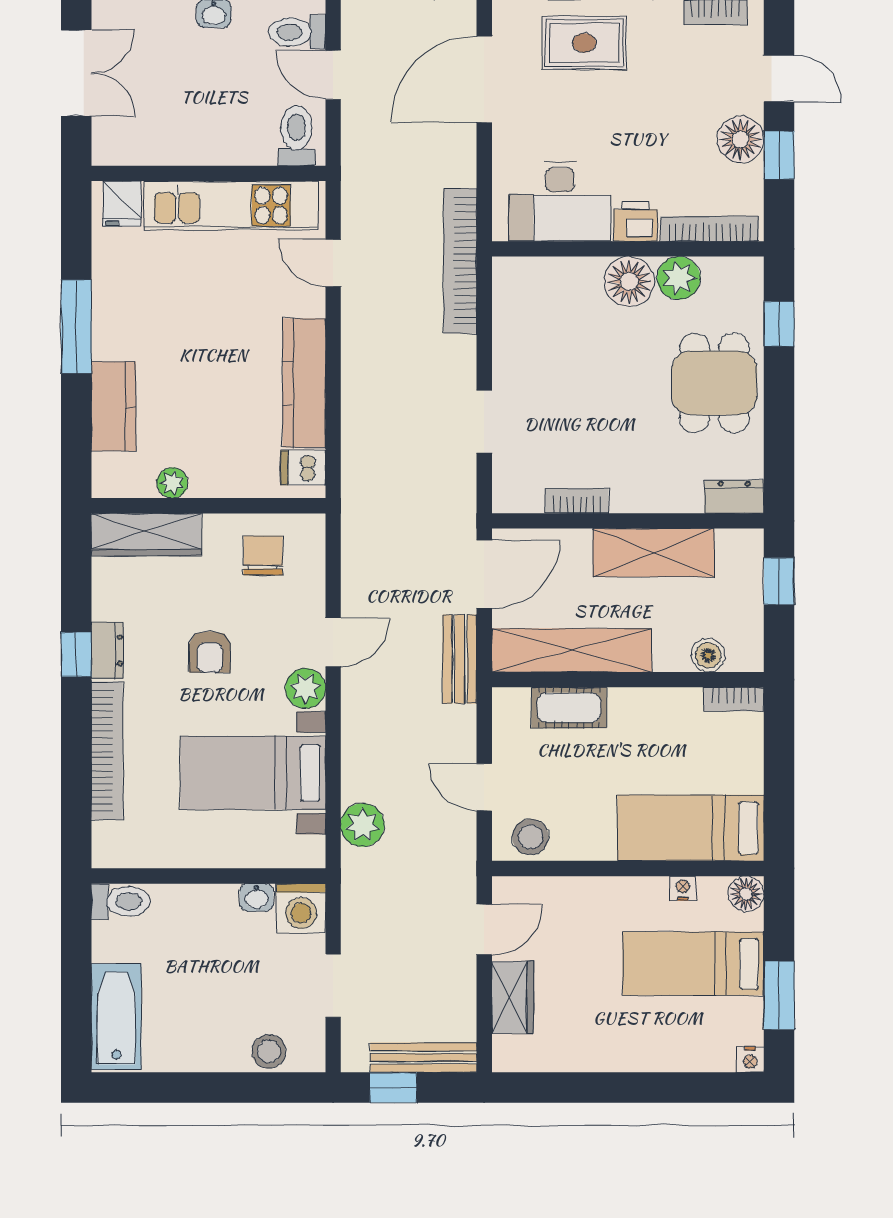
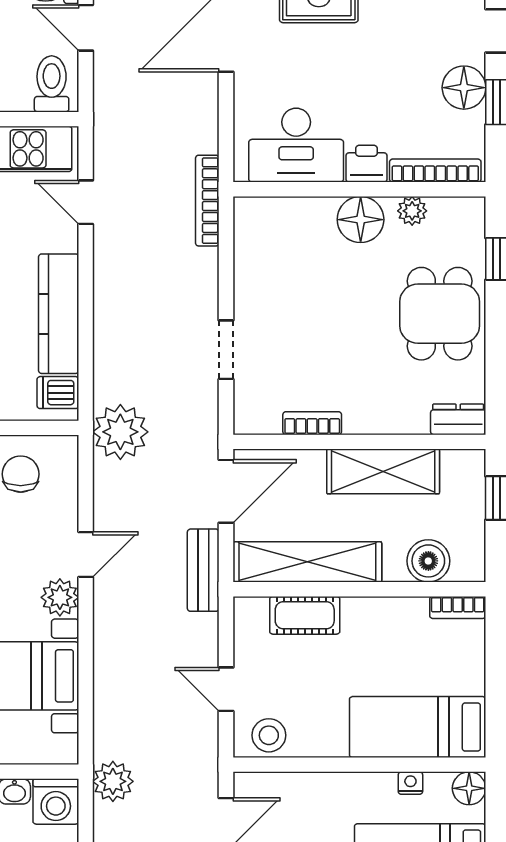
bookcase: (460, 261) -> (207, 201), width x0.68, depth x0.76
plant: (679, 278) -> (412, 211), width x0.73, depth x0.73
plant: (370, 510) -> (120, 432), added
boiler: (708, 655) -> (428, 561), width x1.36, depth x1.36
plant: (362, 825) -> (113, 781), moved

